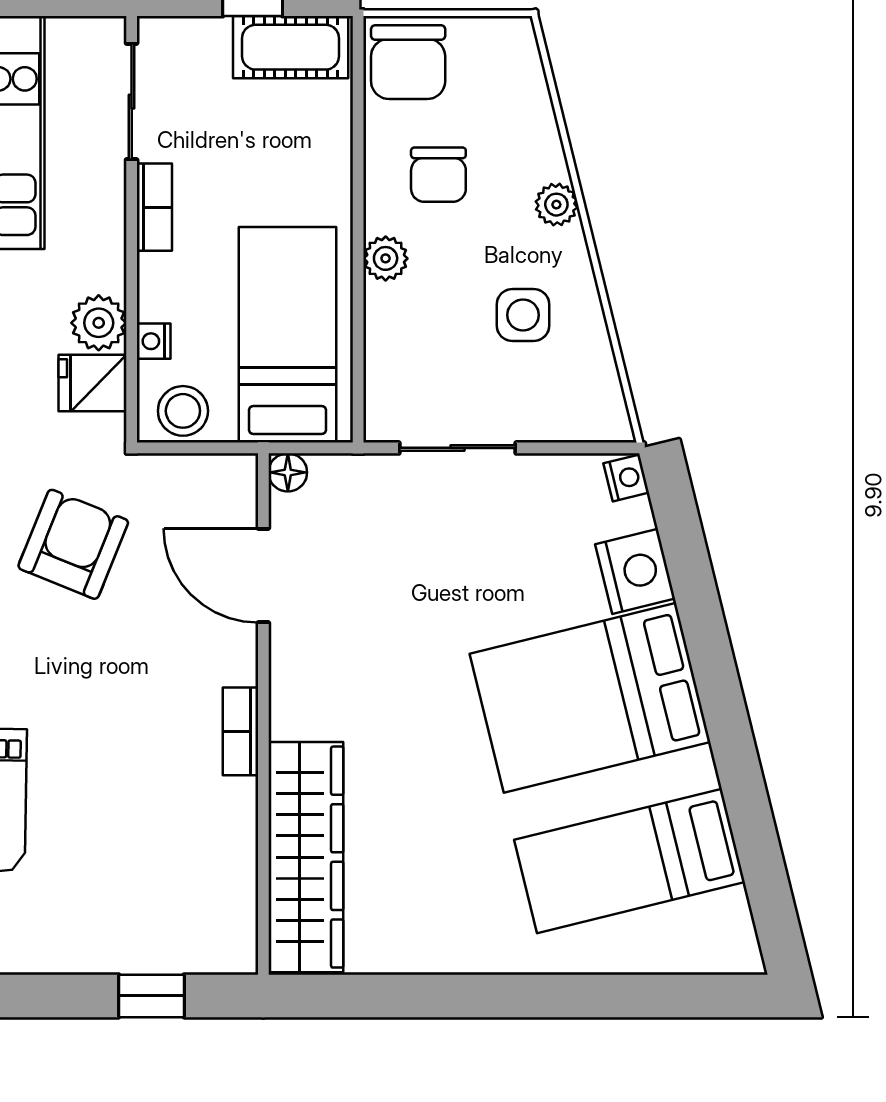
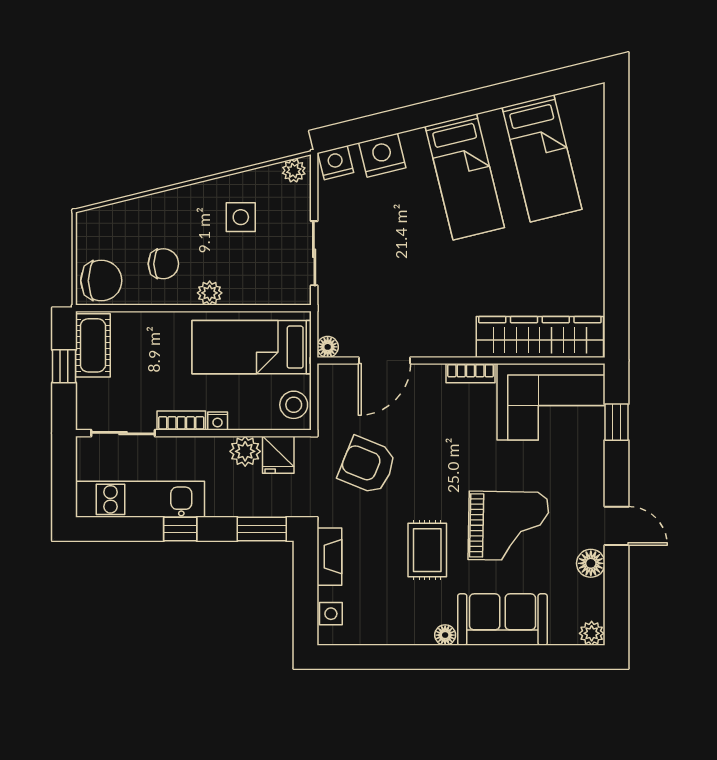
plant: (556, 205) -> (294, 171), moved
nightstand: (154, 341) -> (218, 421), moved
nightstand: (626, 478) -> (336, 163), width x1.39, depth x1.35
bed: (590, 698) -> (465, 177), width x0.67
corner sofa: (188, 877) -> (551, 402), added

